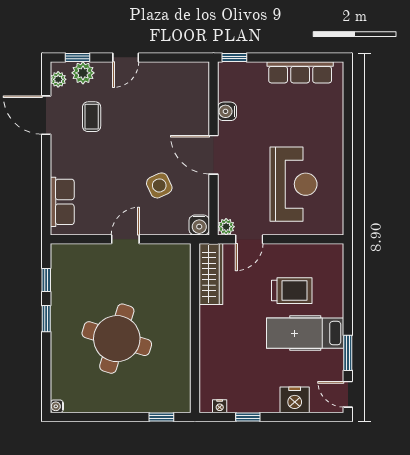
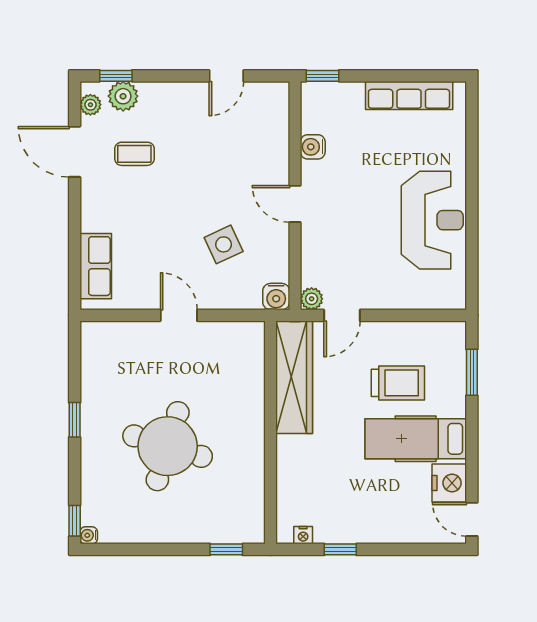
door: (126, 57) -> (226, 76), moved
coffee table: (92, 117) -> (134, 154), turned 90
door: (214, 155) -> (295, 204), width x0.73
reception desk: (293, 184) -> (432, 220), moved
door: (125, 239) -> (179, 315), hinge flipped
wardrobe: (211, 274) -> (294, 377), width x1.40, depth x1.17
window: (46, 280) -> (75, 521), moved
window: (348, 353) -> (472, 372), moved
nightstand: (295, 400) -> (449, 483), moved, turned -90

